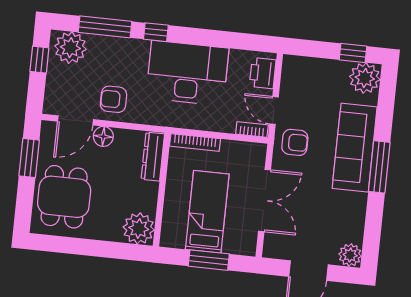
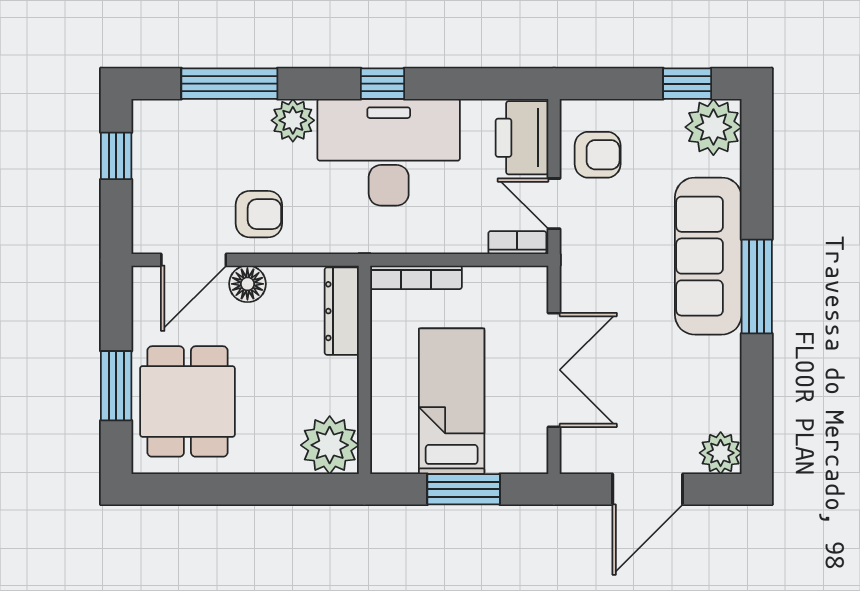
window: (156, 32) -> (382, 84), moved
plant: (70, 48) -> (293, 120), moved, width x0.73, depth x0.73
printer: (263, 73) -> (522, 138), width x1.37, depth x1.19
armchair: (113, 99) -> (259, 214), turned 180
armchair: (295, 142) -> (598, 155), moved
window: (29, 158) -> (116, 386), moved

